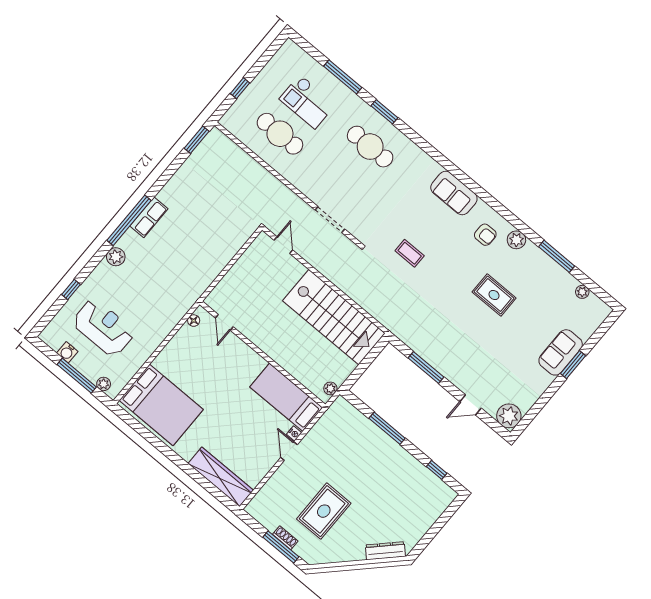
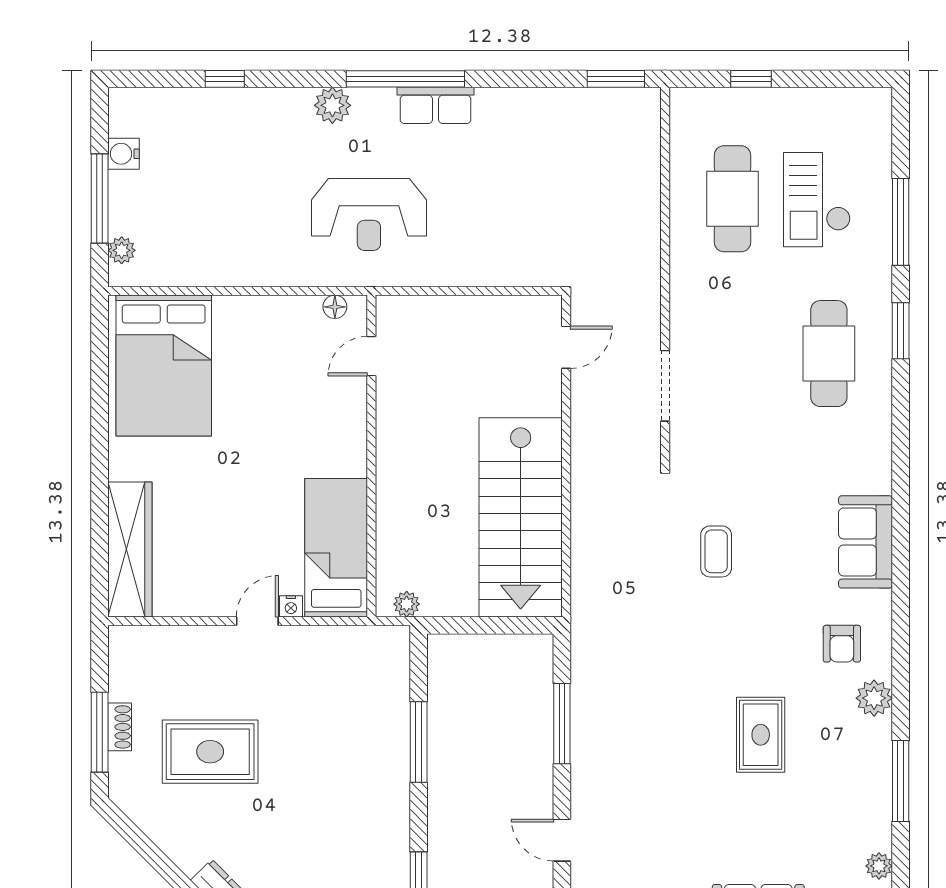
reception desk: (103, 328) -> (369, 214), moved, turned 90

